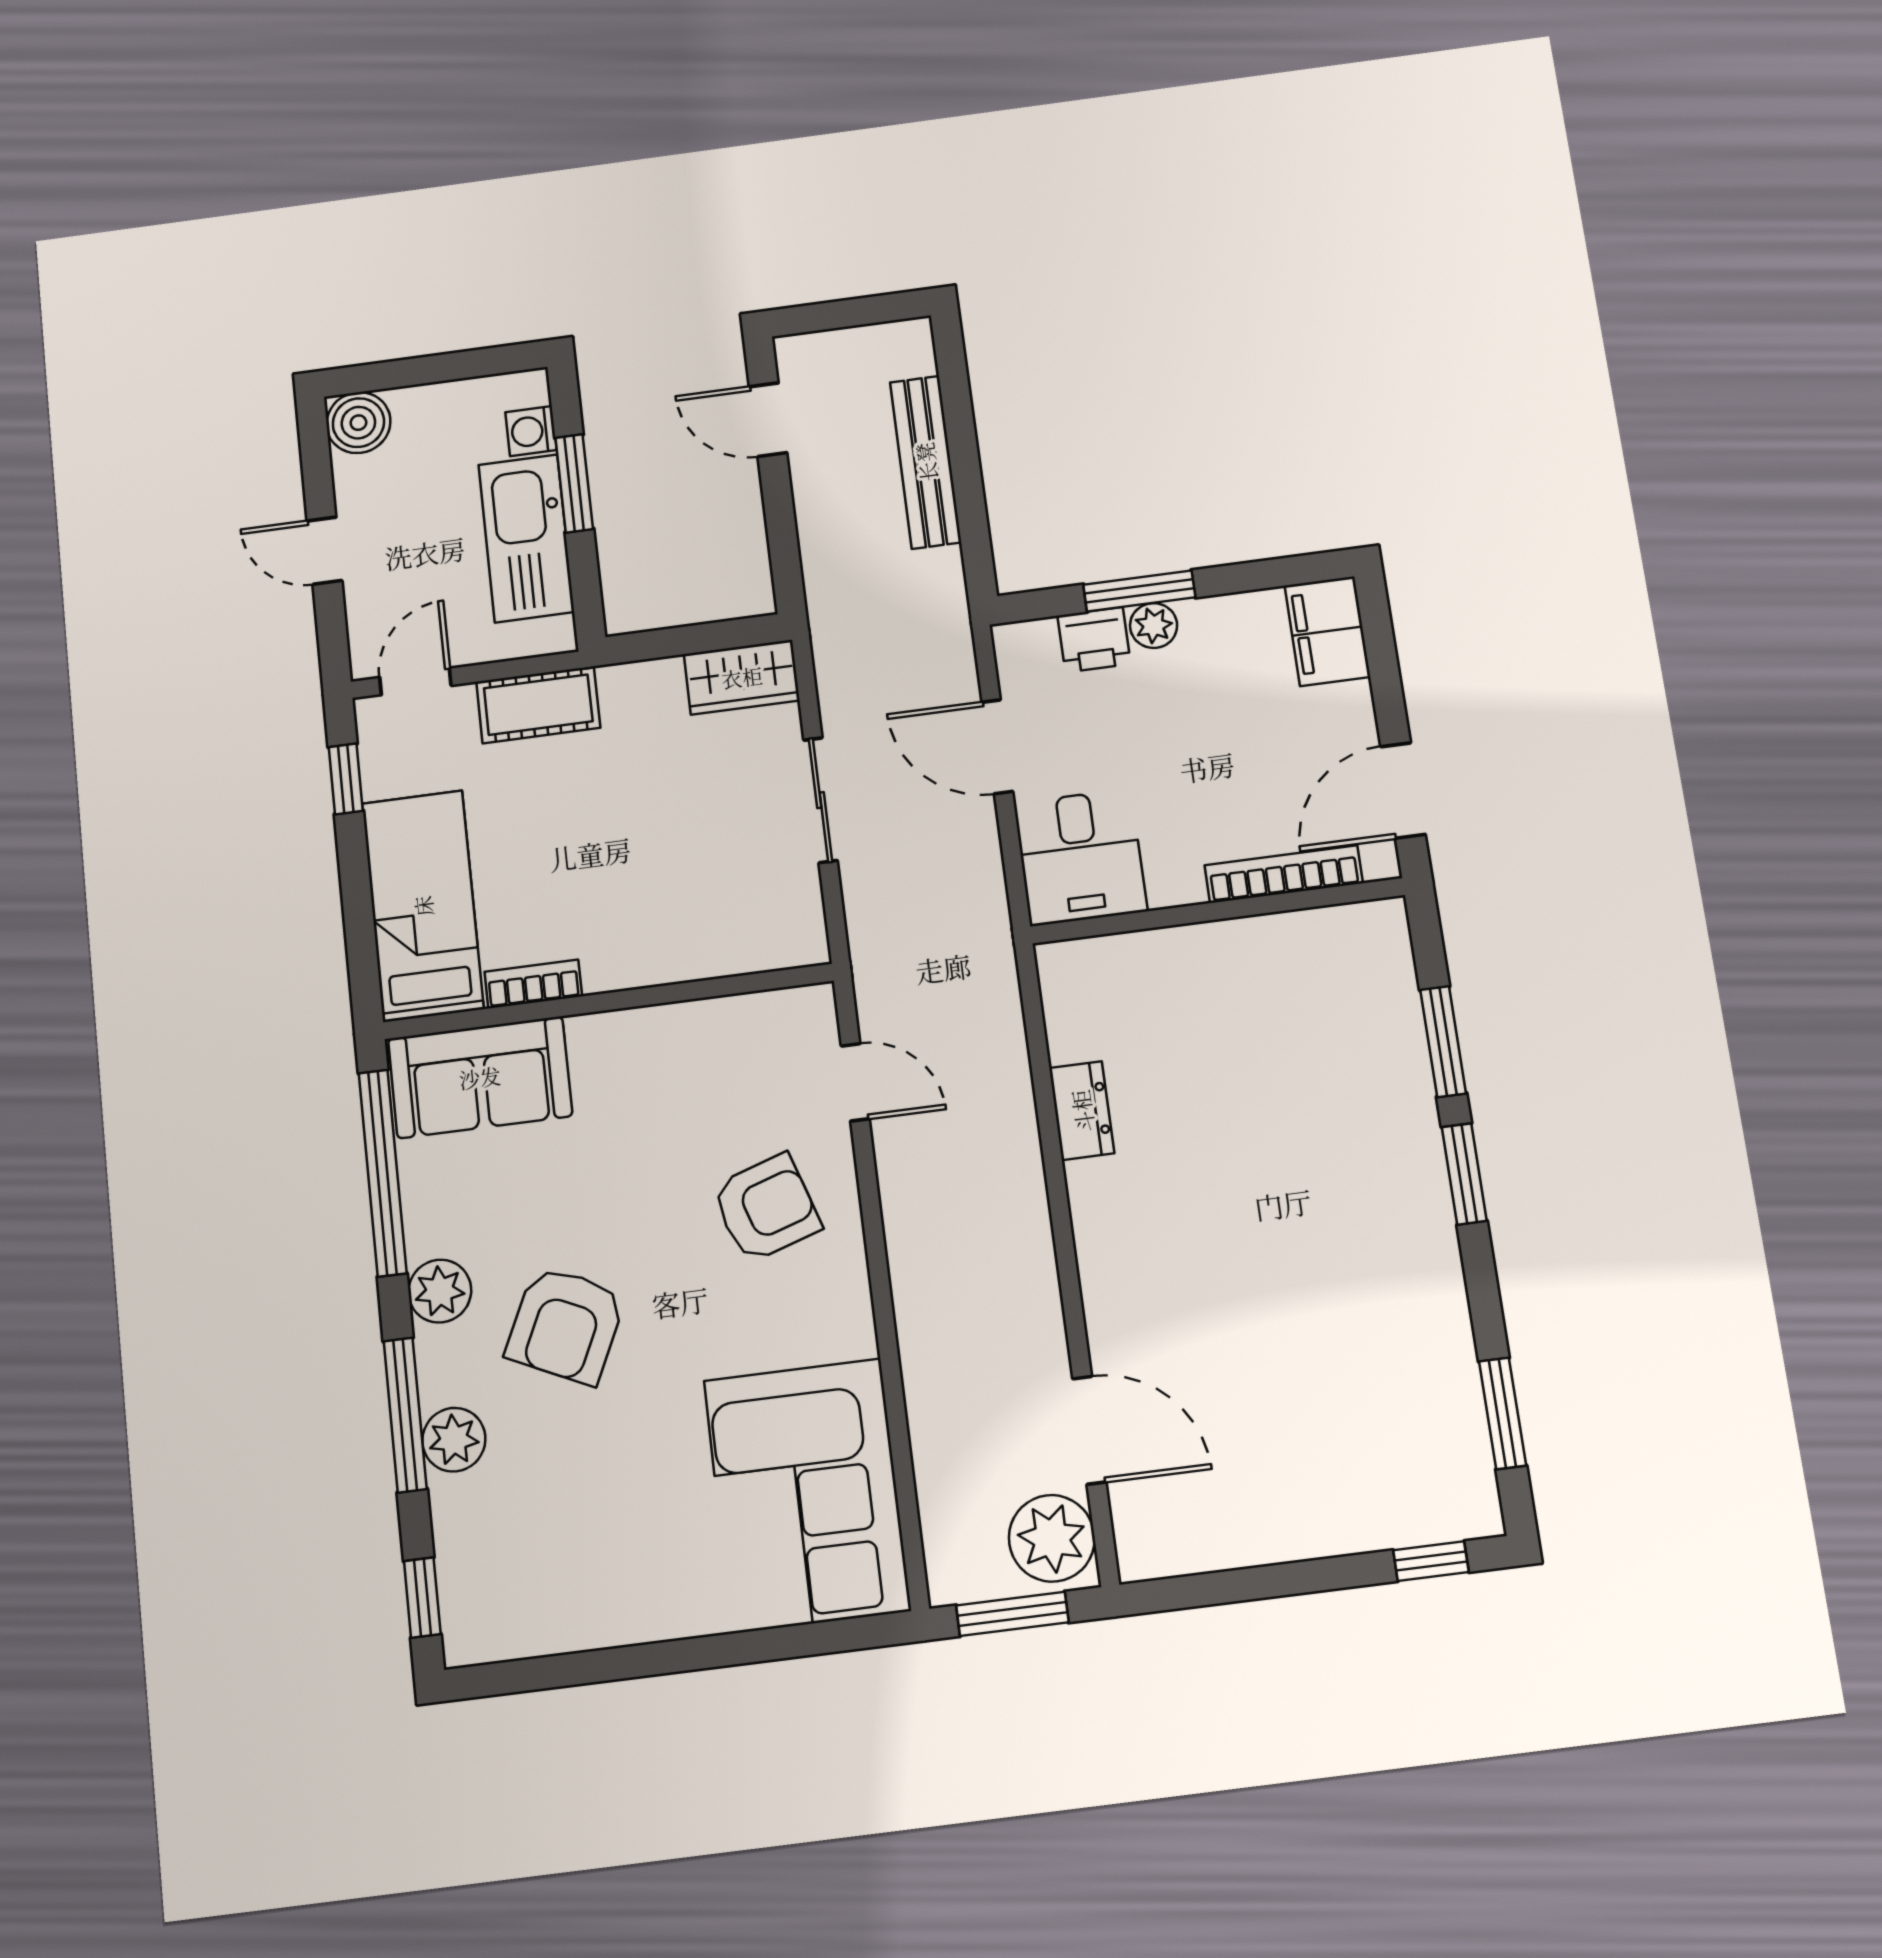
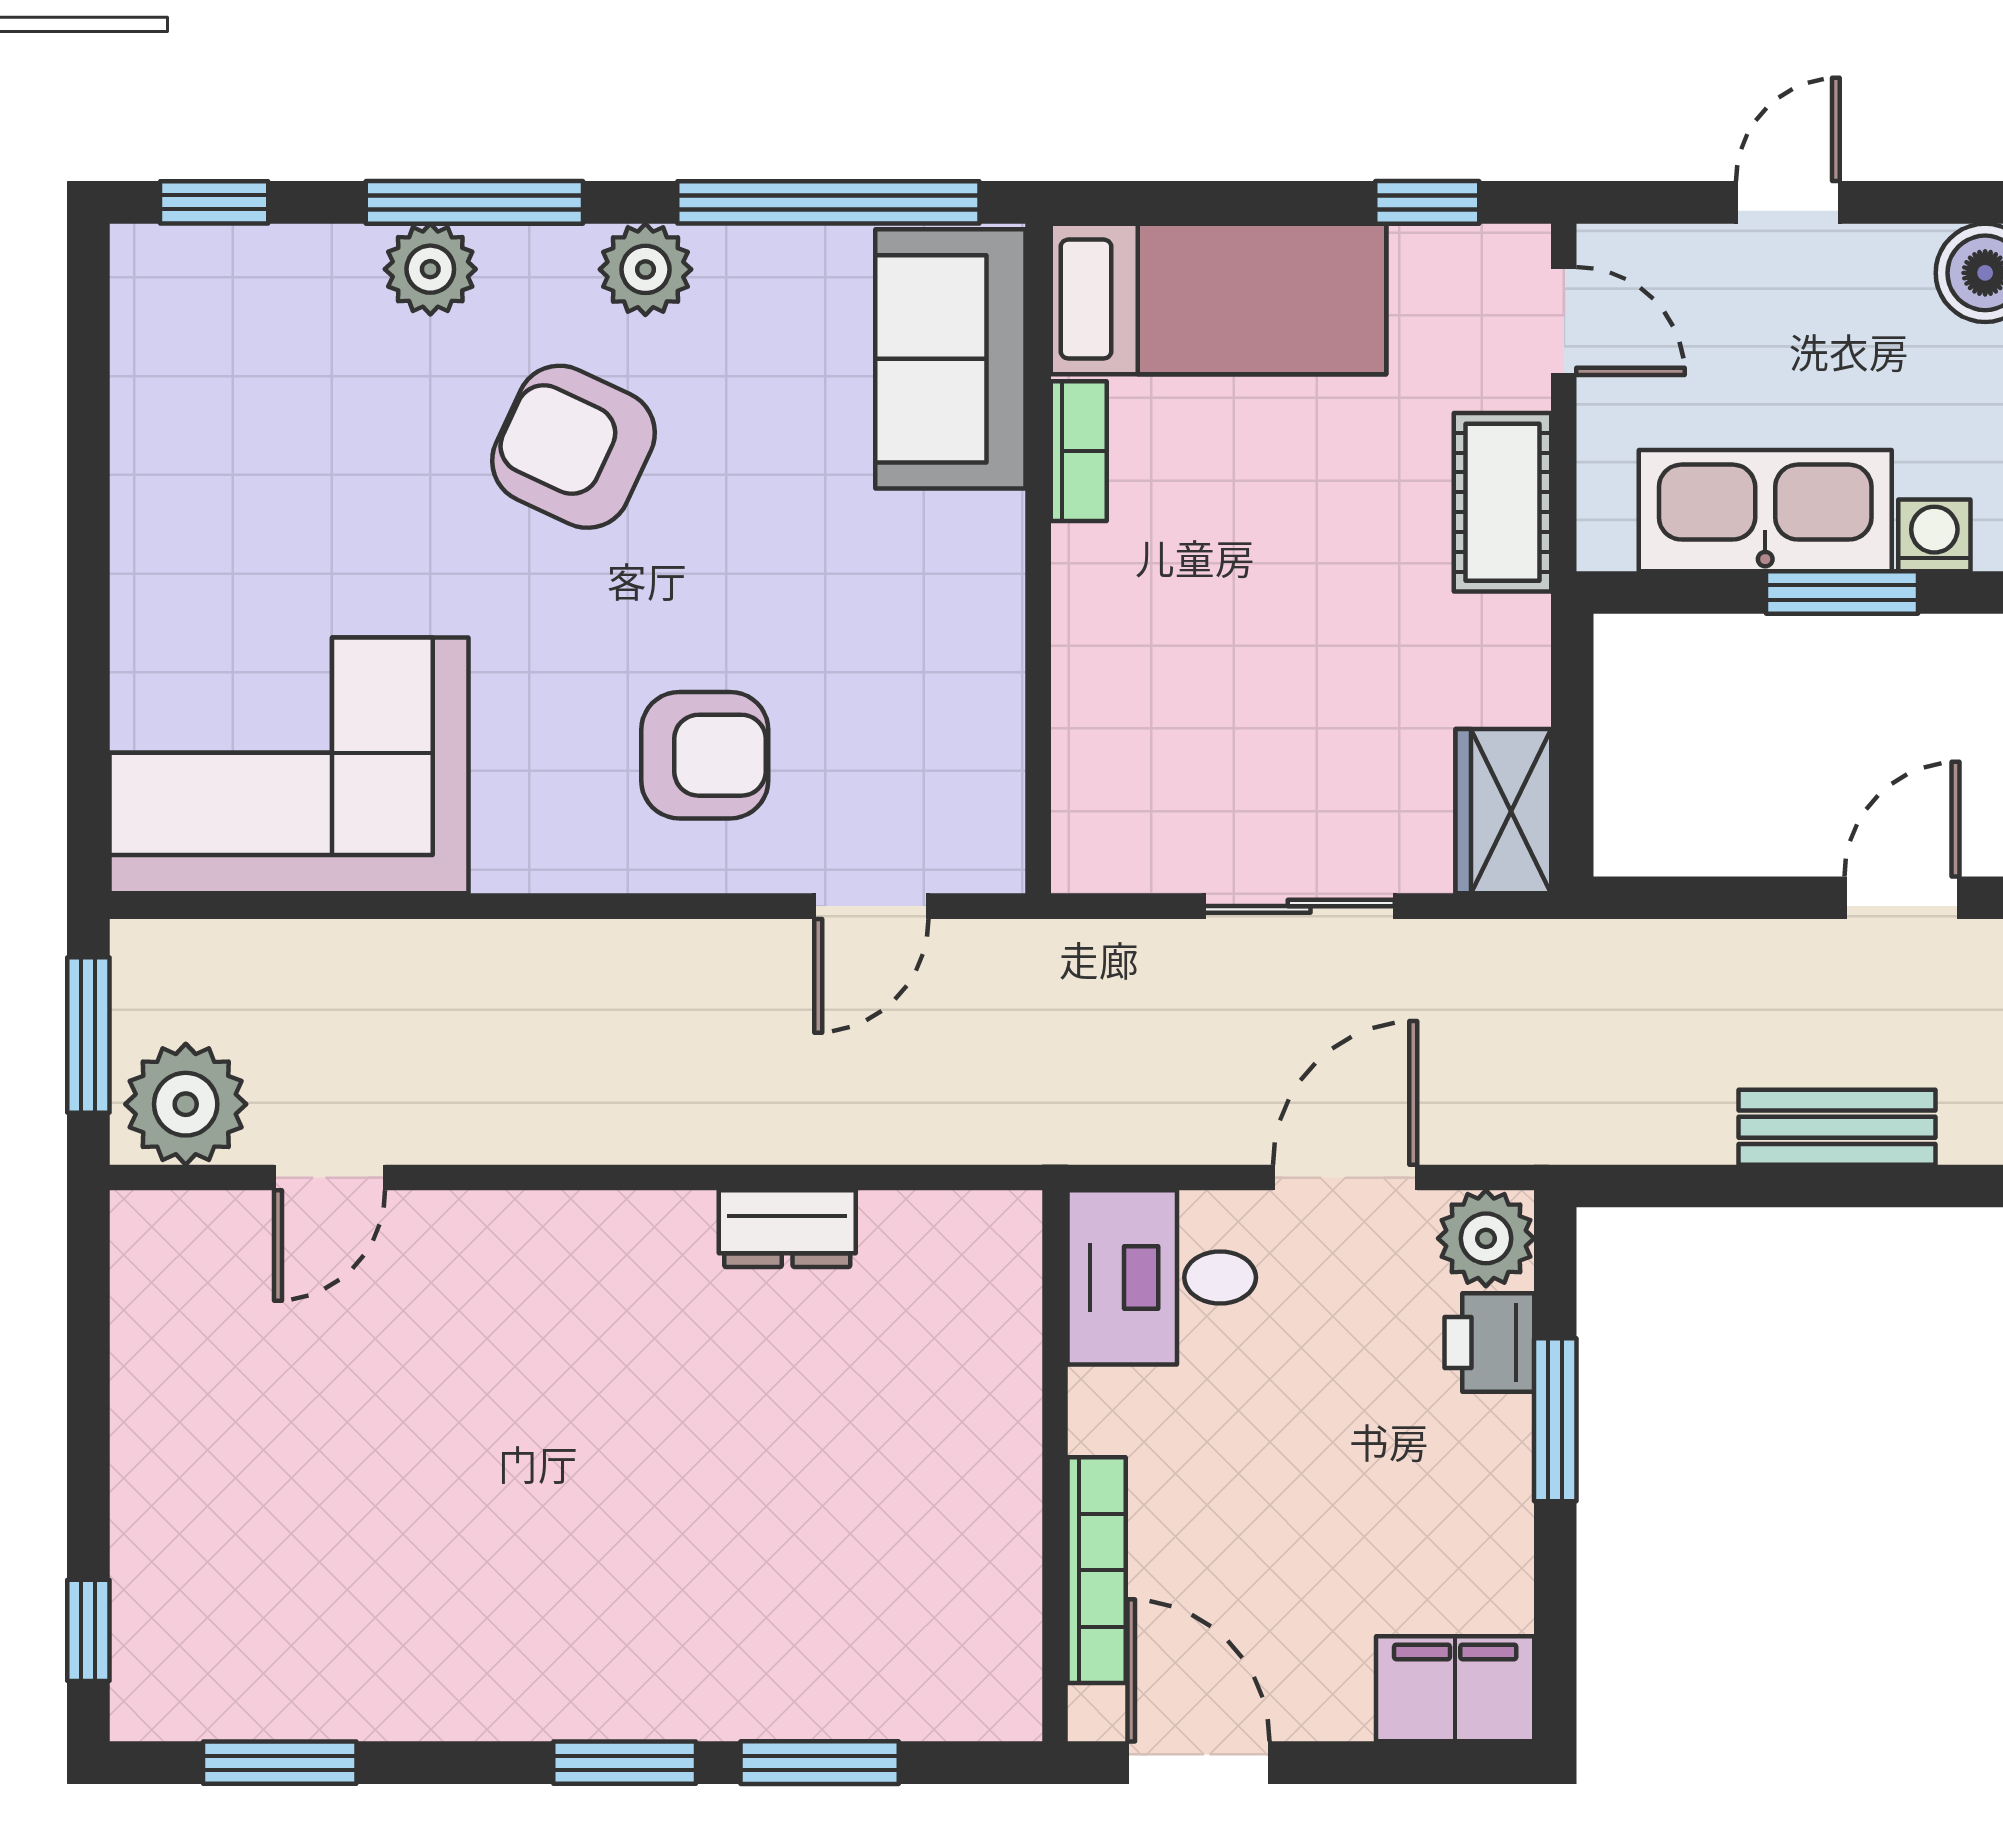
bench: (926, 462) -> (1837, 1127), width x0.73
plant: (1154, 626) -> (1486, 1238), moved, width x1.38, depth x1.38
armchair: (766, 1208) -> (705, 755), turned -72
door: (1089, 1430) -> (330, 1178), width x0.73

